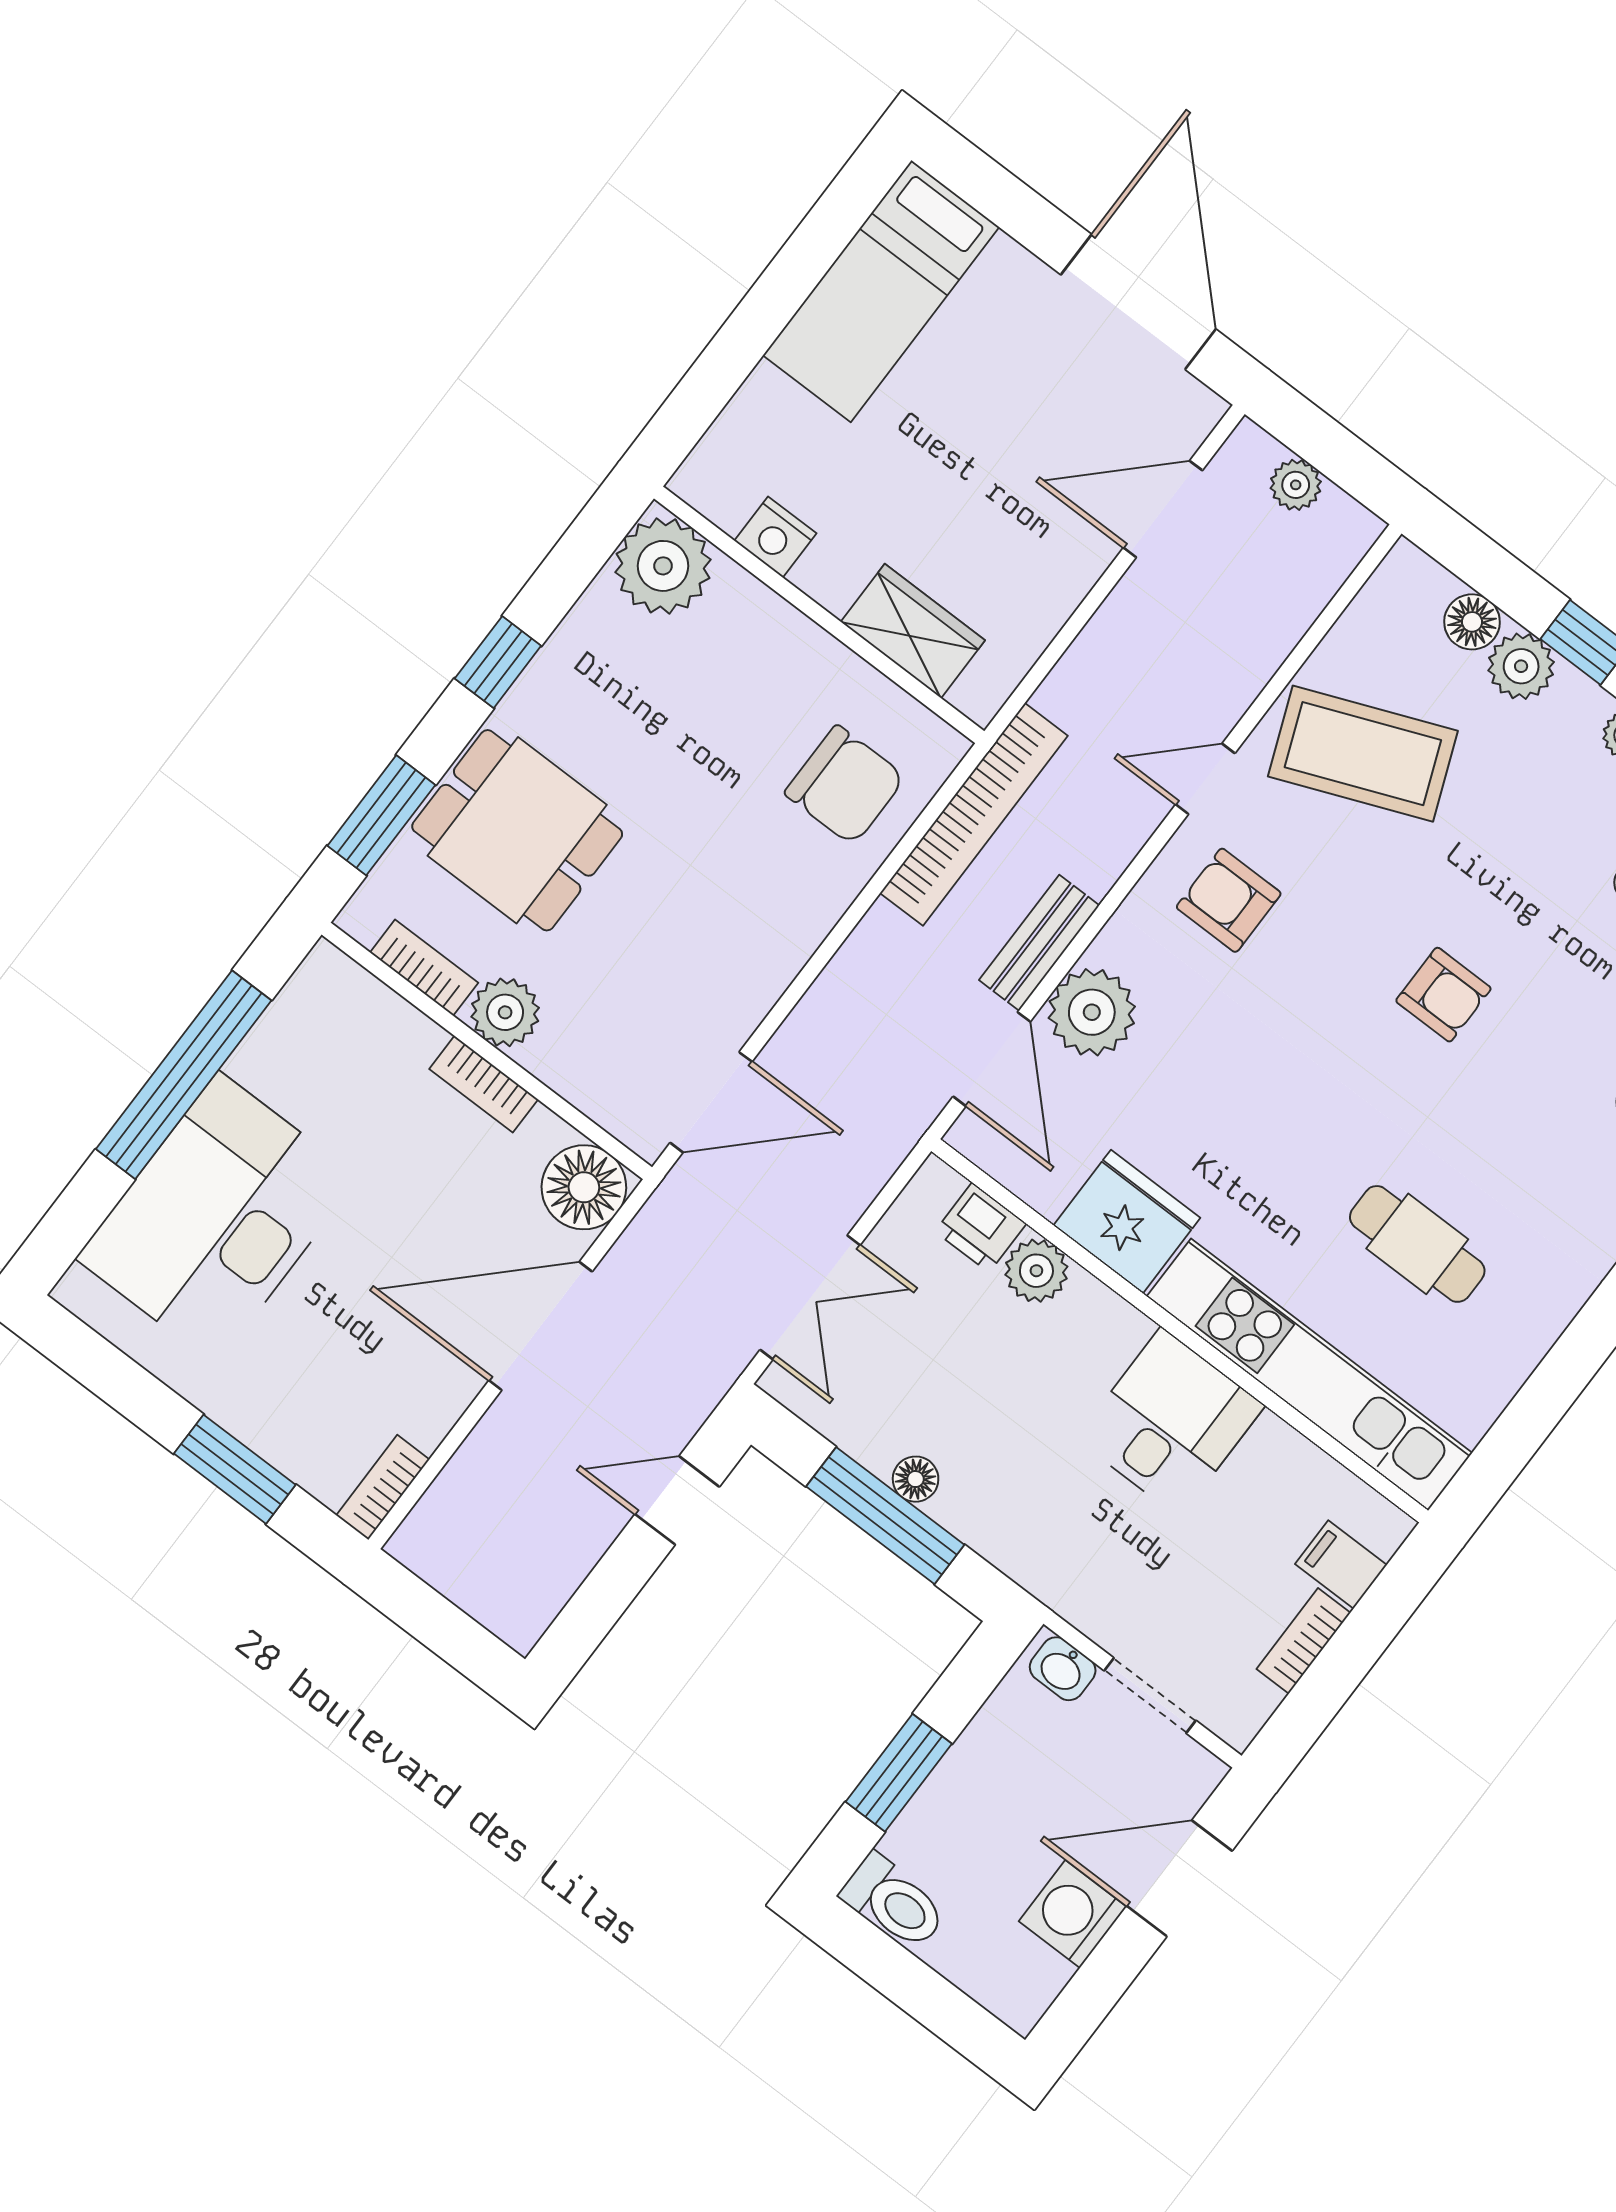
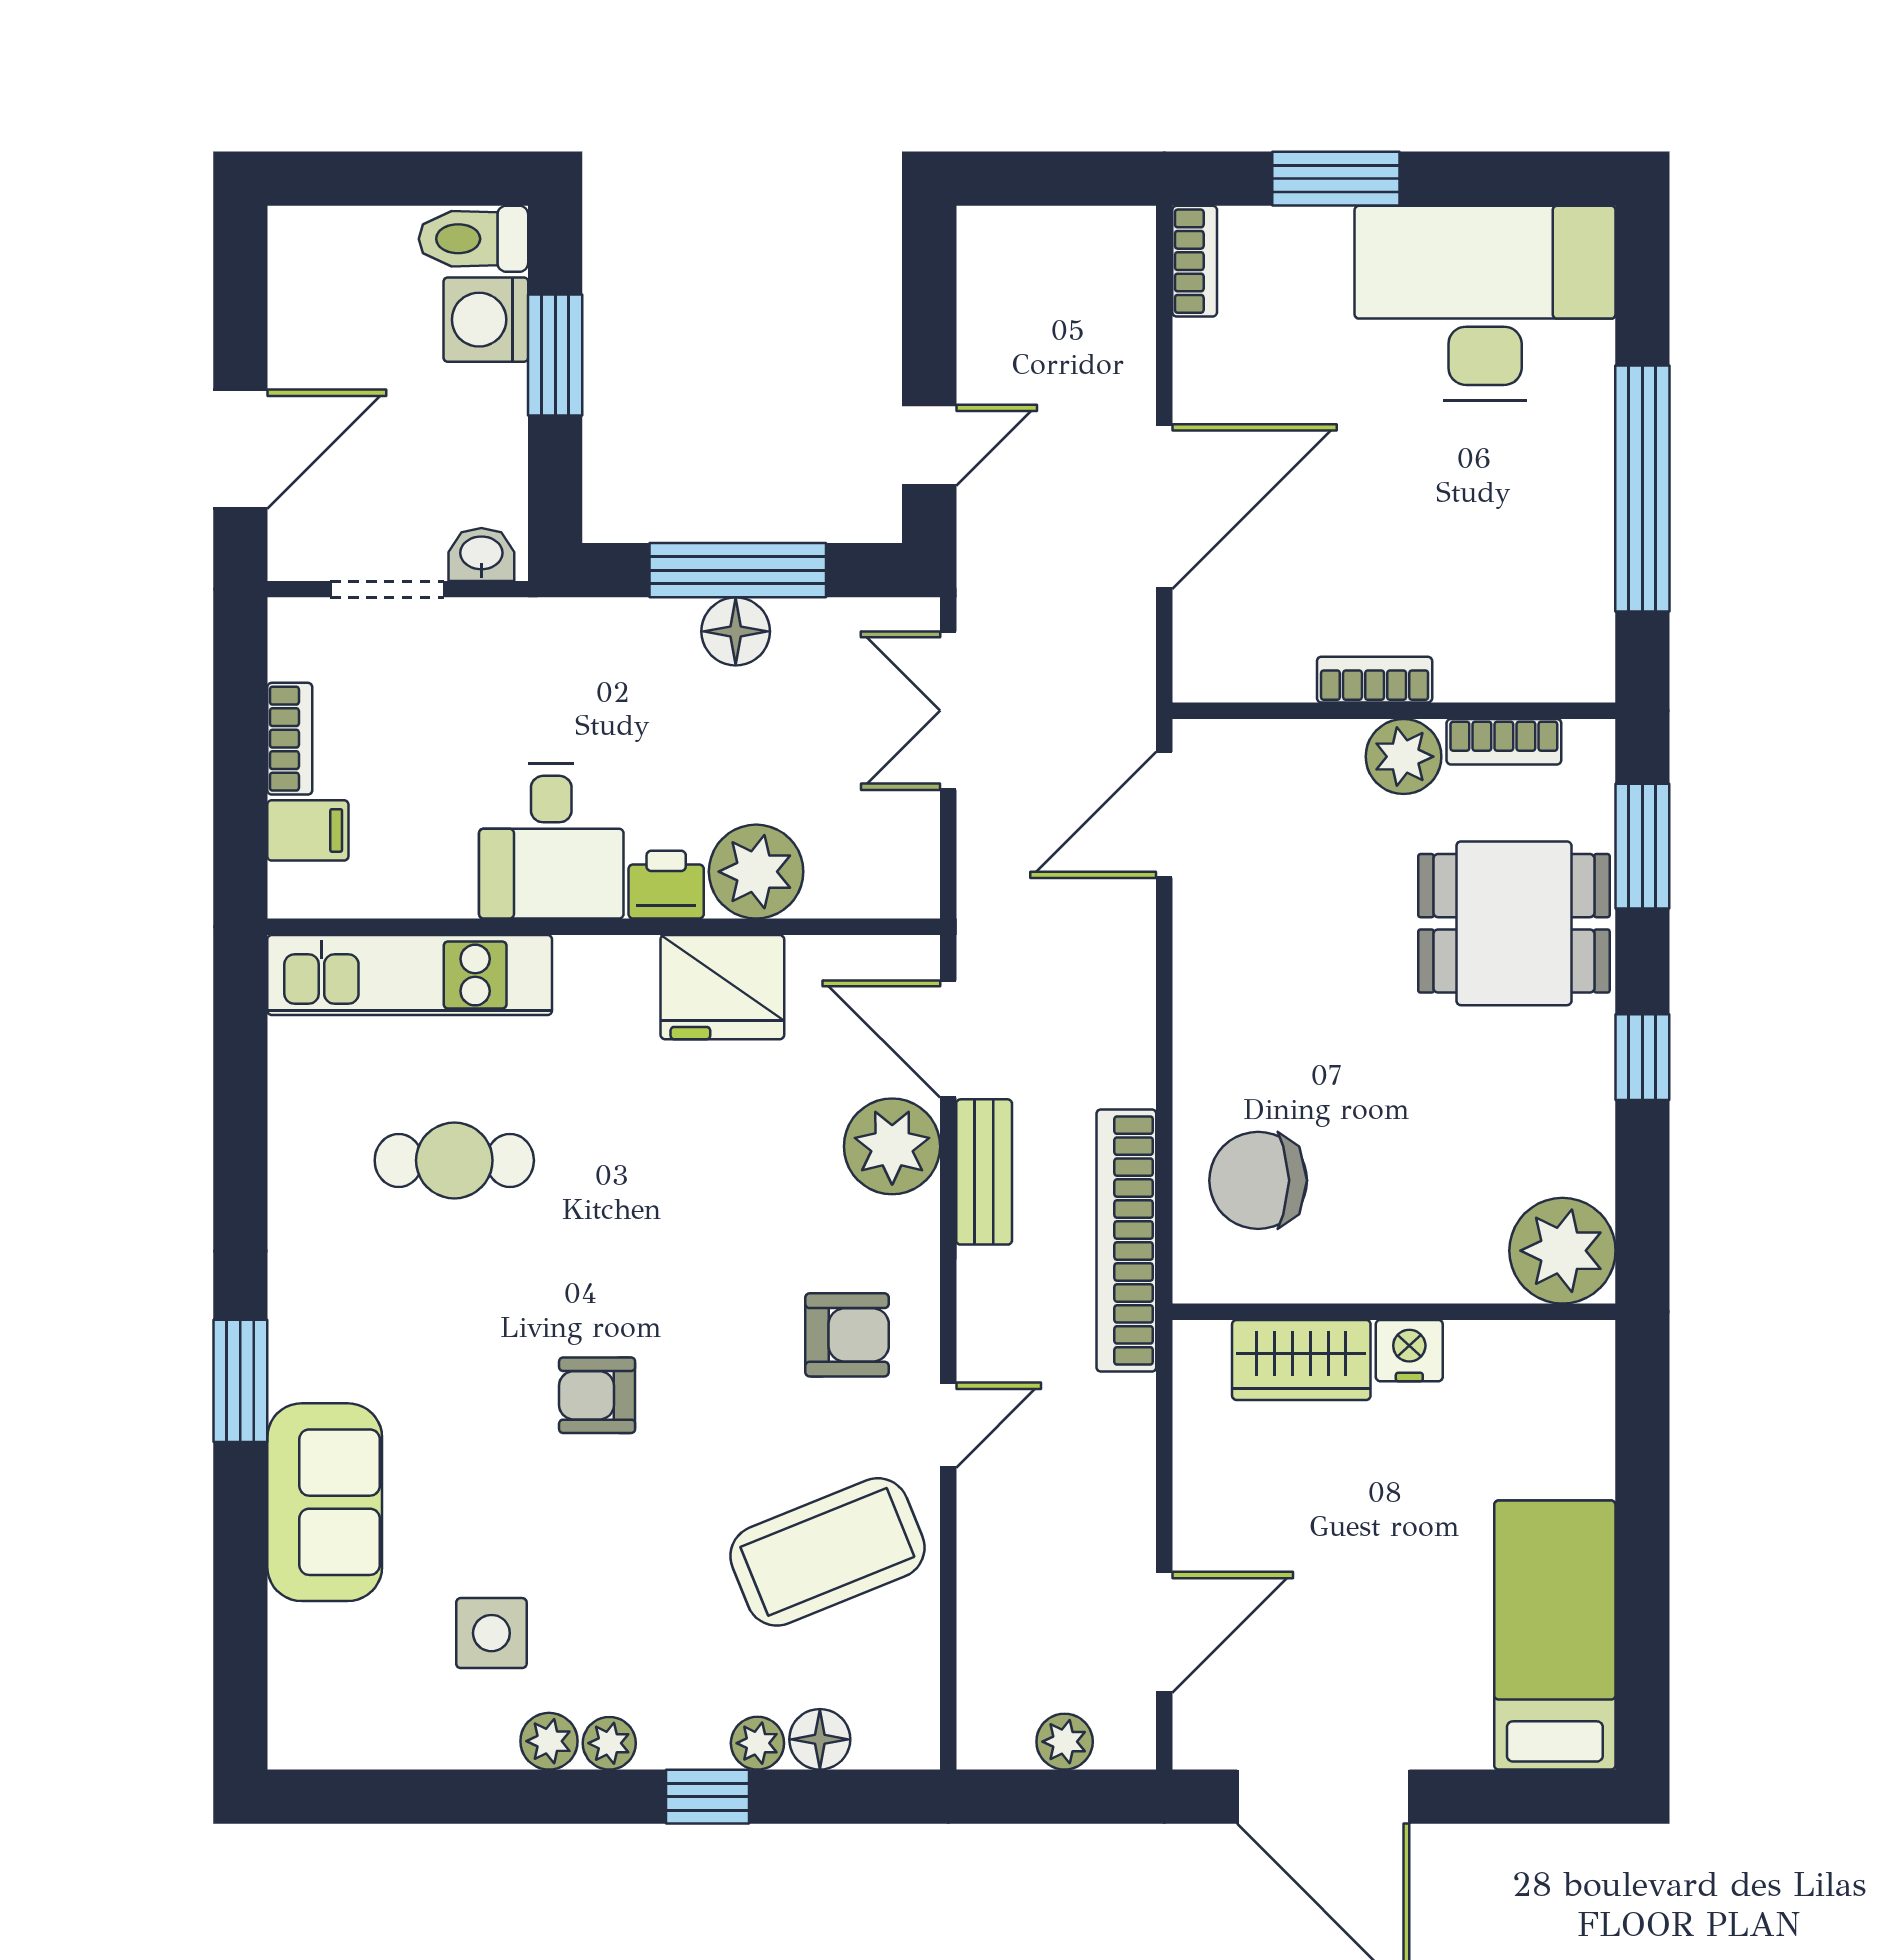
nightstand: (775, 537) -> (1409, 1351), moved
plant: (1521, 666) -> (757, 1743), width x0.73, depth x0.73
floor lamp: (584, 1187) -> (1219, 656), removed
desk: (217, 1218) -> (1485, 303), moved, turned -90
printer: (981, 1228) -> (666, 885), moved
plant: (1036, 1271) -> (756, 872), width x1.36, depth x1.36
kitchen unit: (1310, 1375) -> (410, 975), width x0.73
floor lamp: (916, 1479) -> (736, 631), width x1.37, depth x1.37
washing machine: (1073, 1914) -> (486, 320), moved, turned 180

